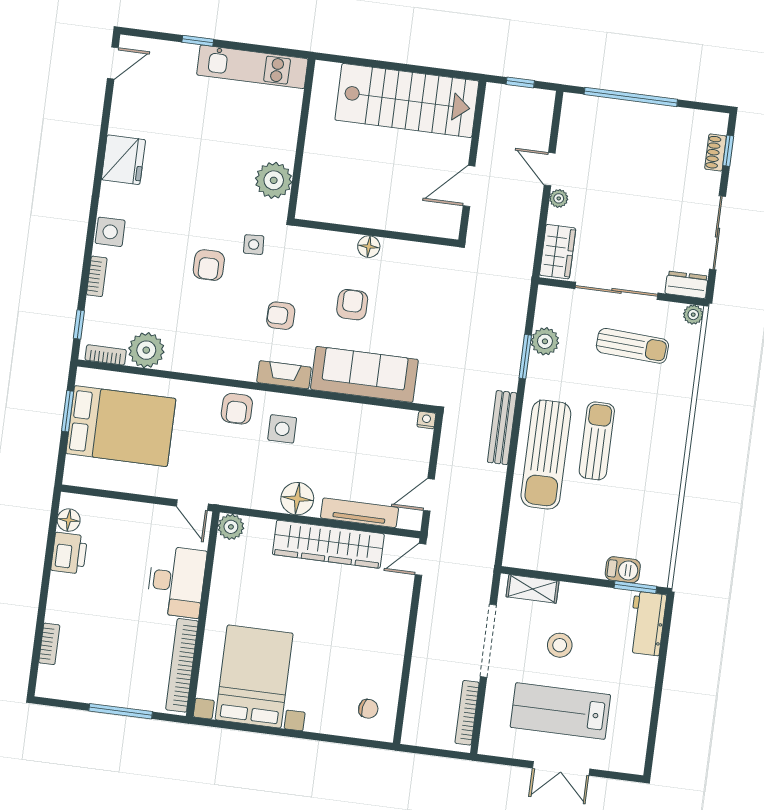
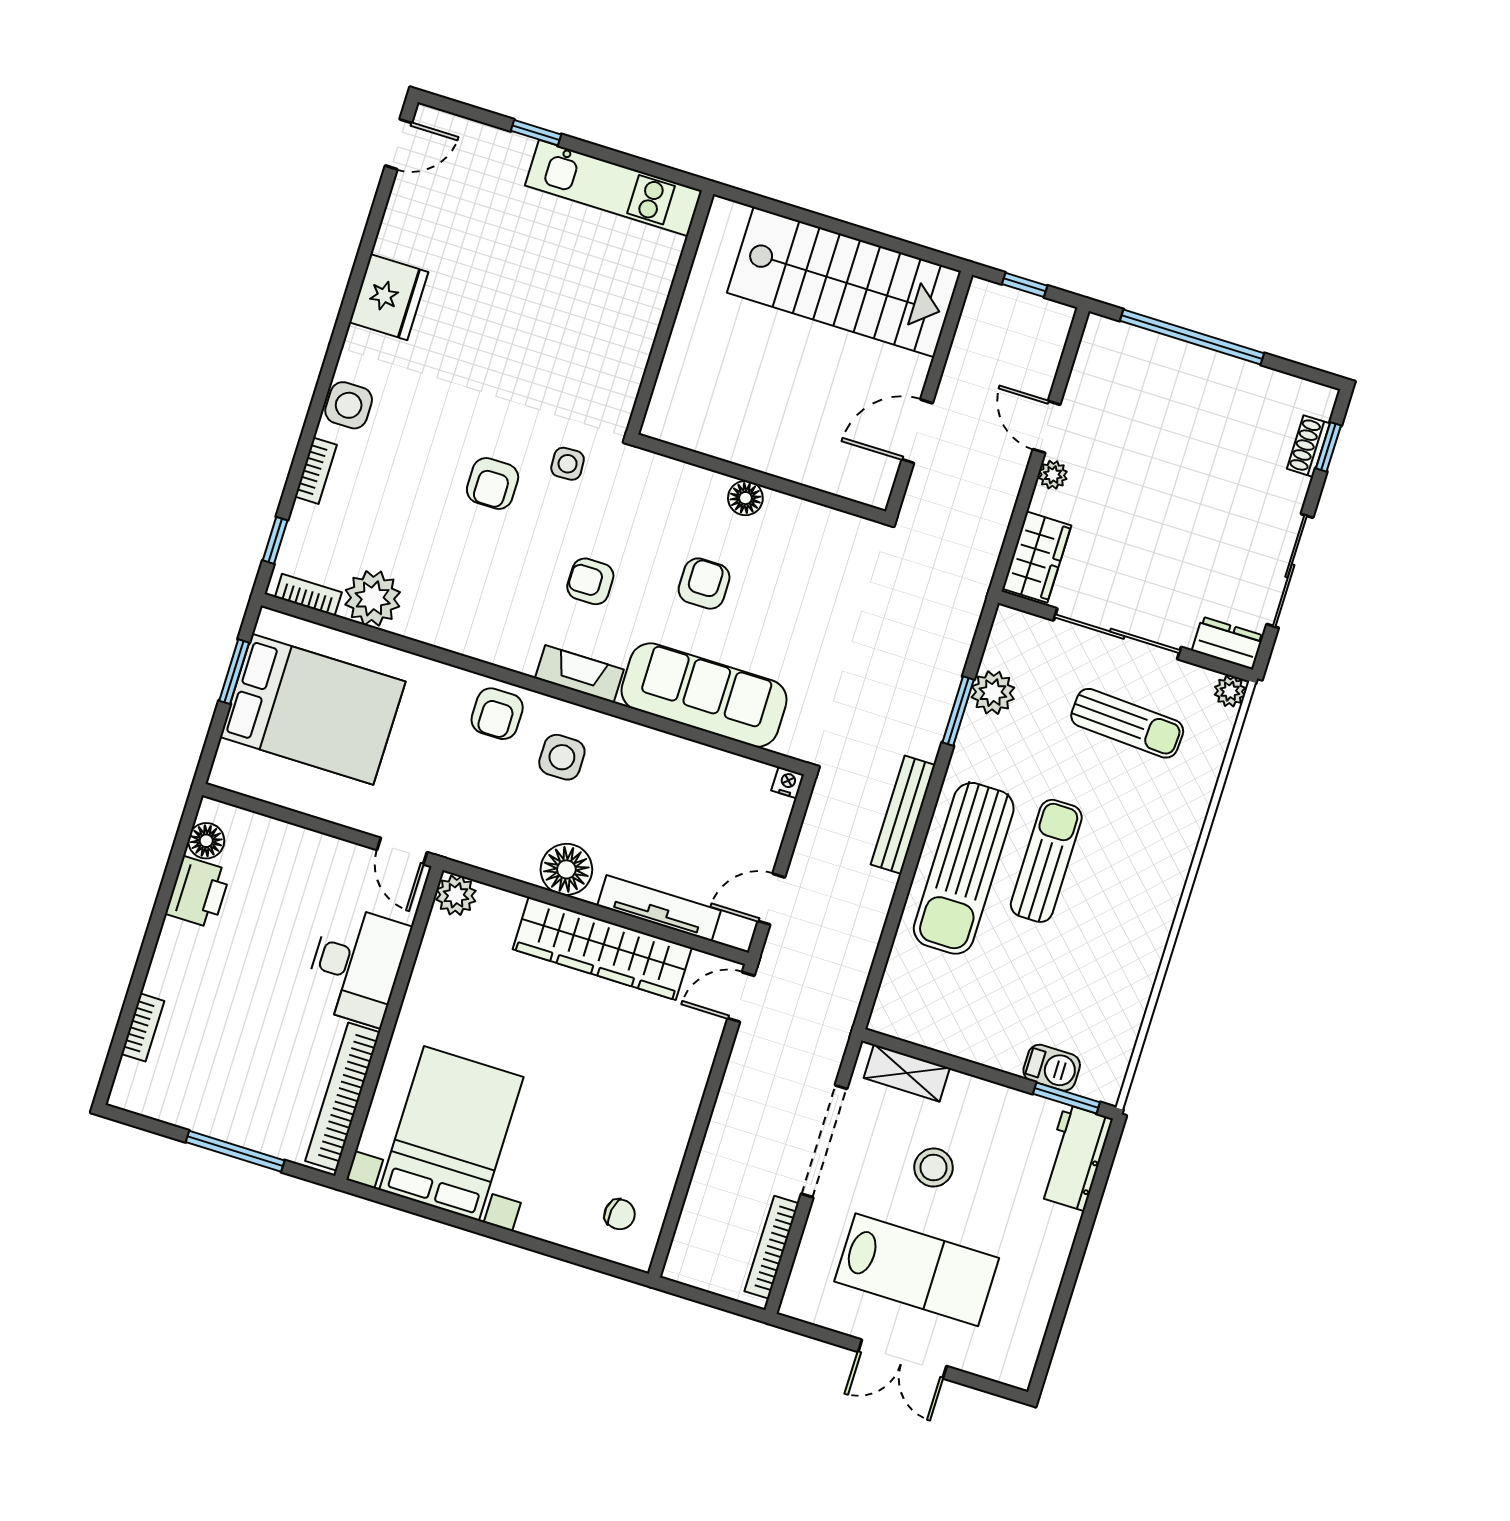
plant: (274, 180) -> (616, 370), removed
lab bench: (560, 711) -> (917, 1270), turned 180

